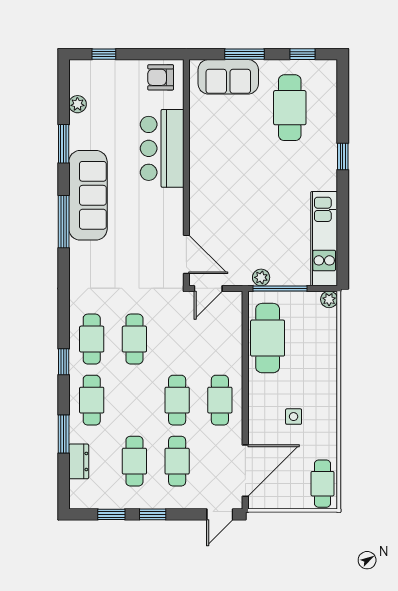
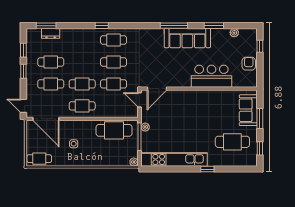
armchair: (161, 77) -> (249, 64), moved
kitchen unit: (324, 239) -> (174, 159), width x1.36
cafe table: (92, 400) -> (114, 84), moved
window: (64, 434) -> (46, 26), moved

